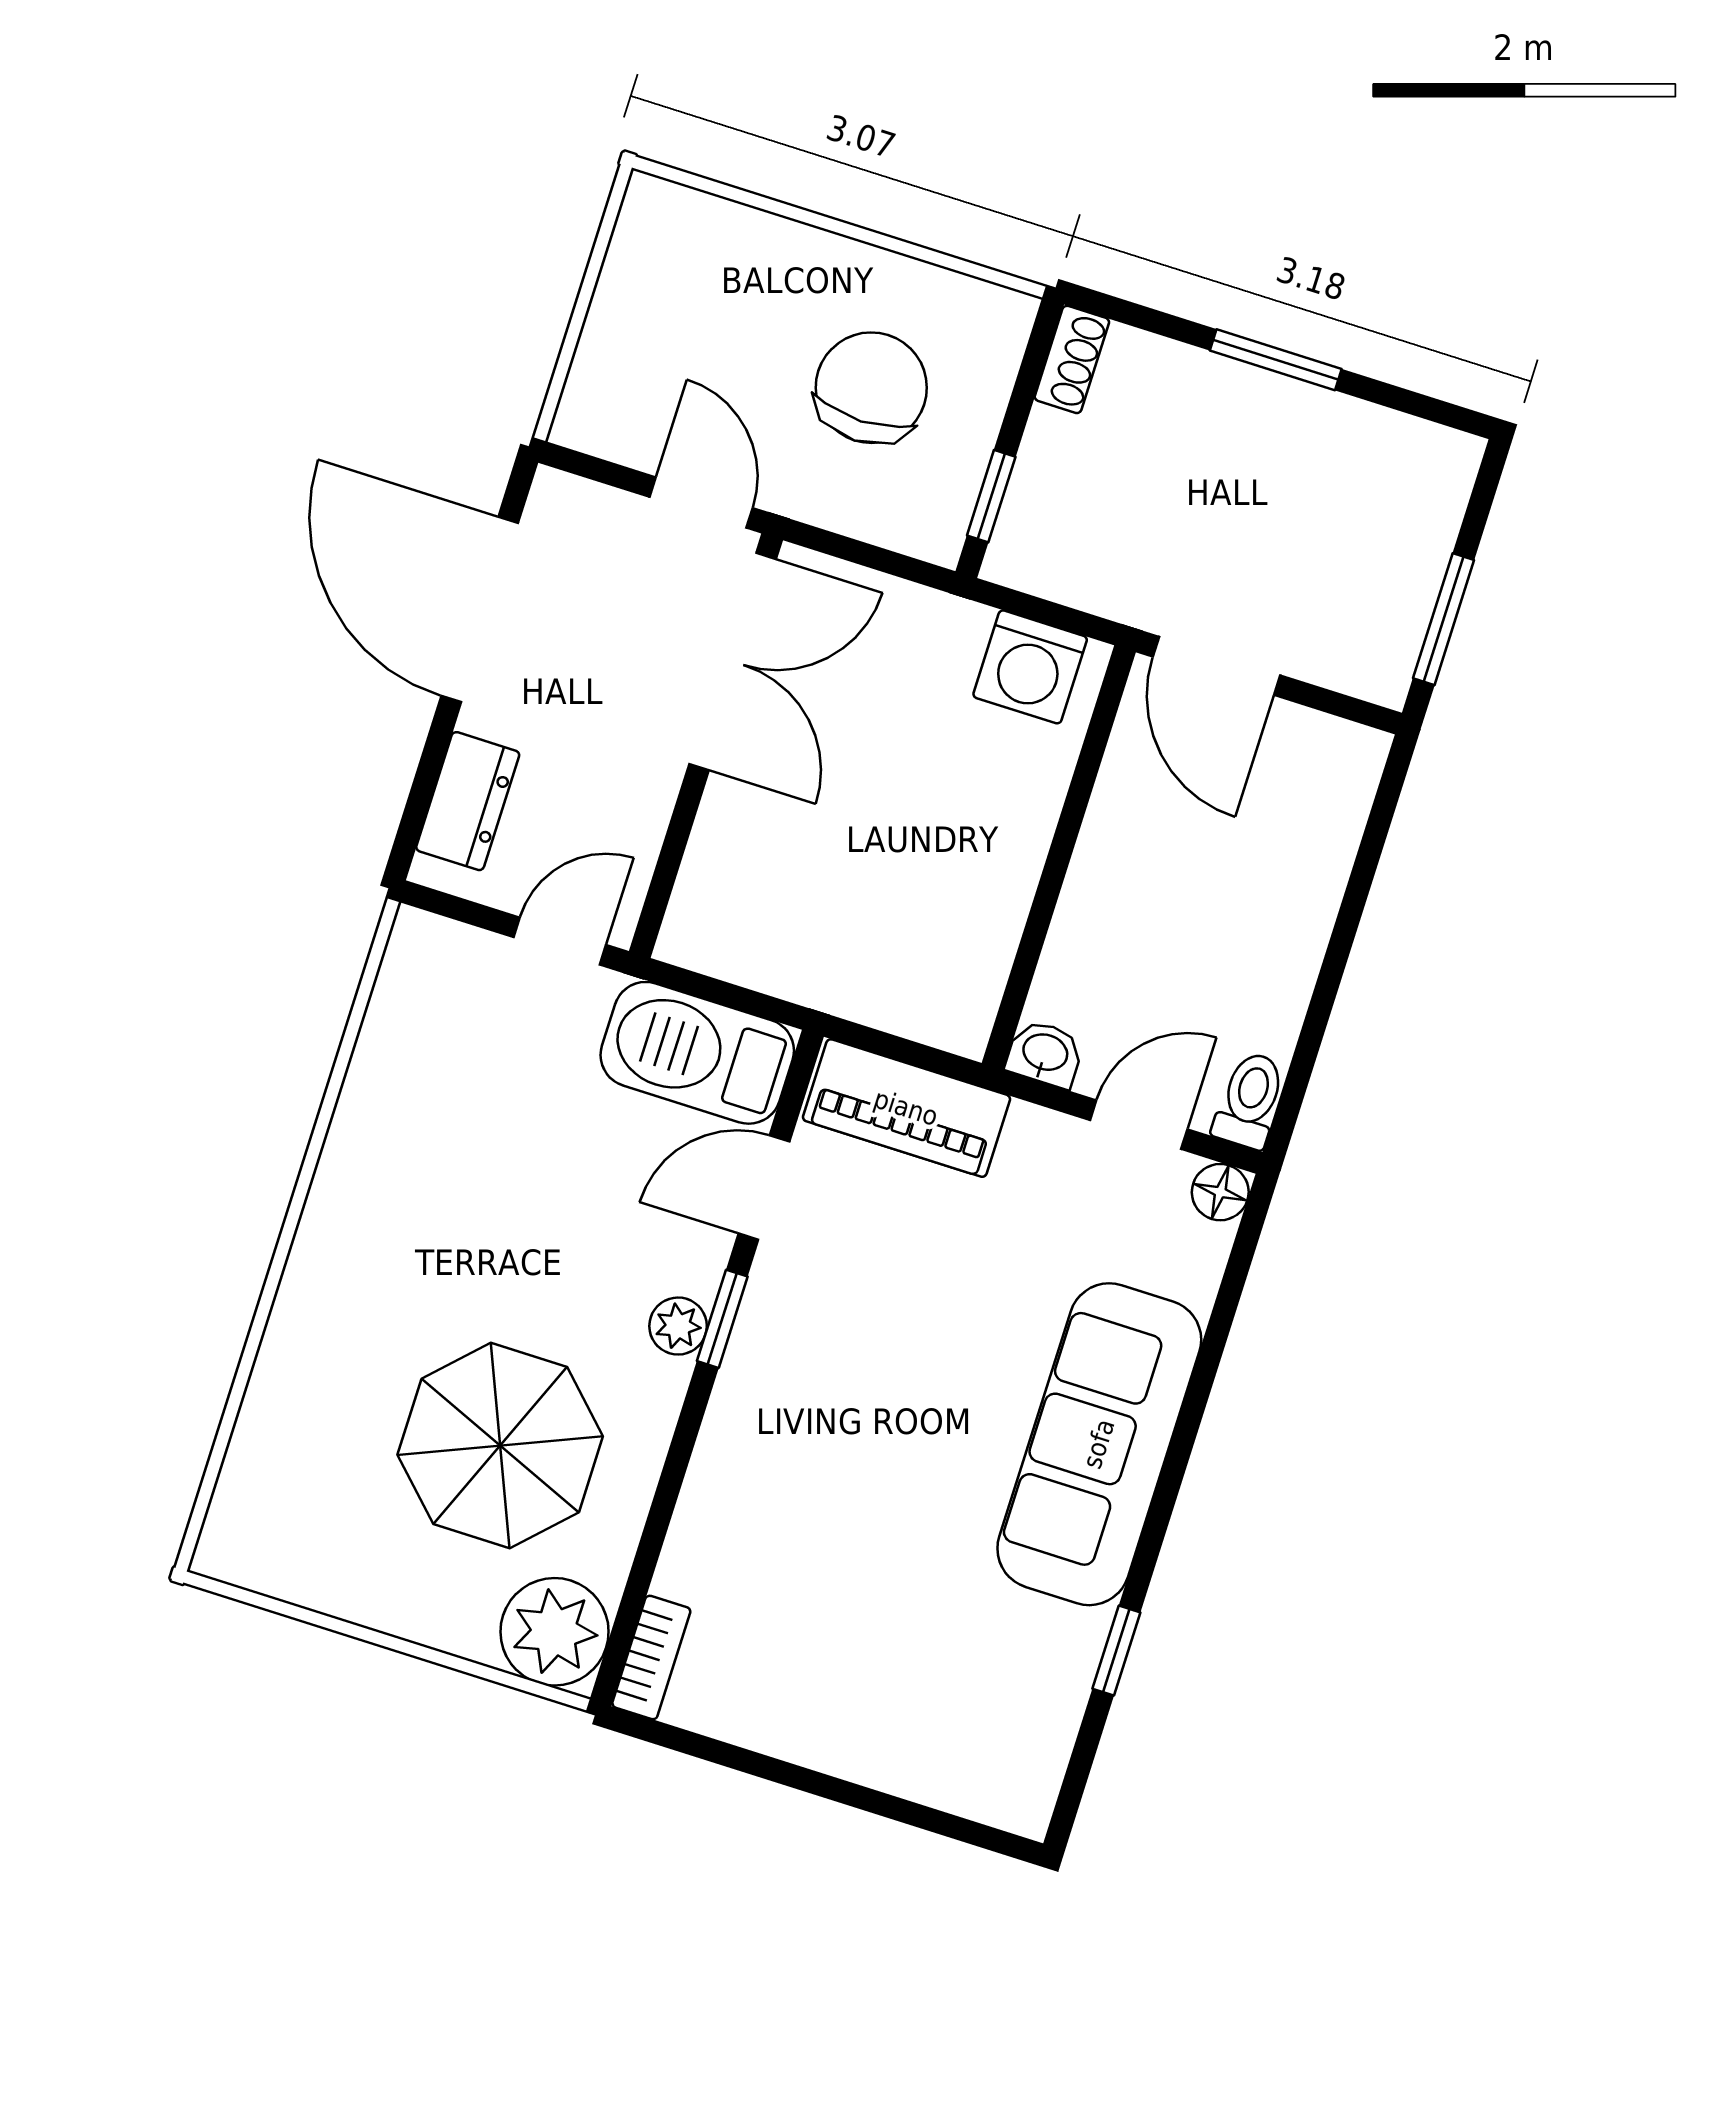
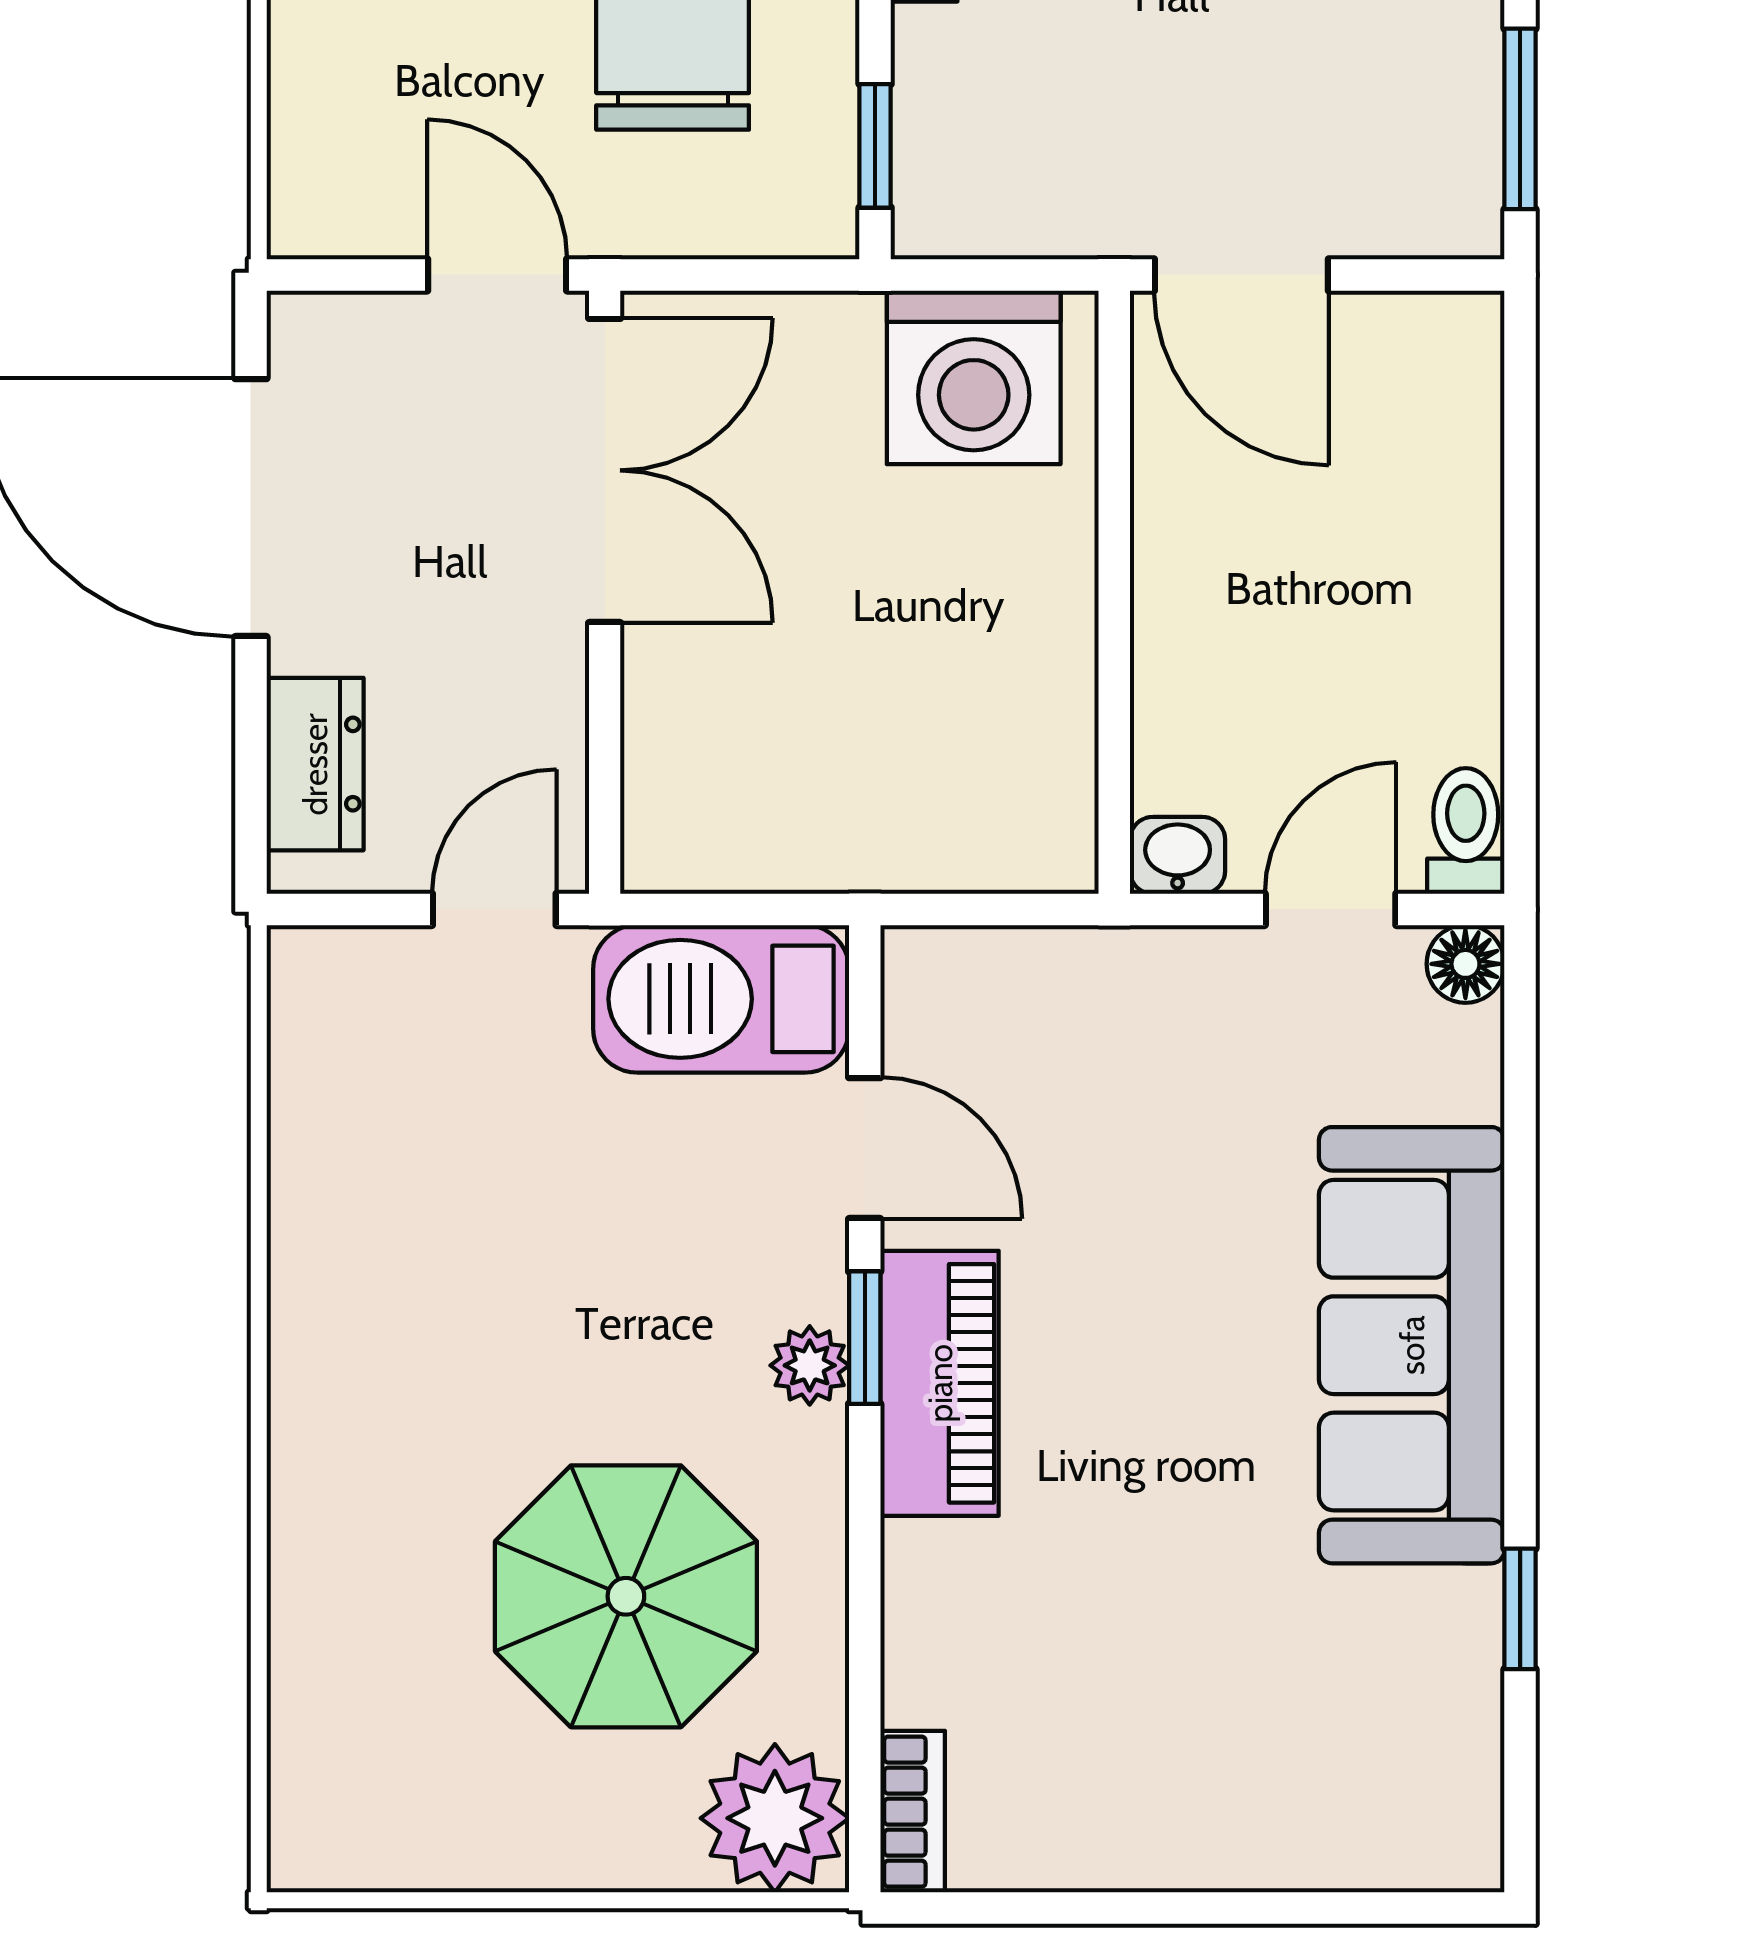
washing machine: (1030, 667) -> (974, 377), width x1.37, depth x1.37
piano: (906, 1108) -> (940, 1383), moved, turned -90
door: (764, 1188) -> (865, 1148), swing flipped

